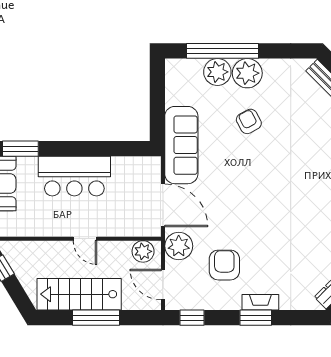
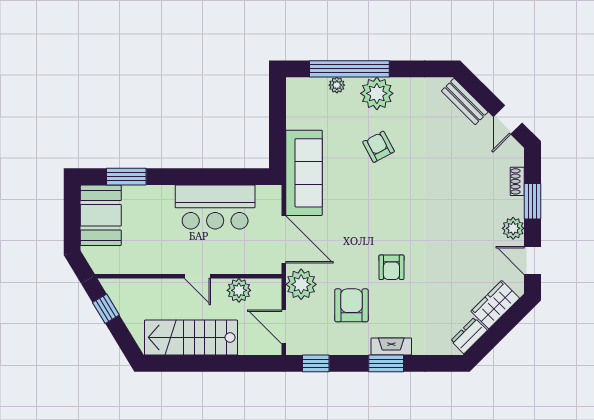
plant: (217, 72) -> (337, 85), width x0.53, depth x0.53
bar counter: (74, 176) -> (215, 207), moved
armchair: (261, 231) -> (391, 267), added
plant: (143, 251) -> (239, 290), moved
window: (96, 318) -> (210, 363), removed

